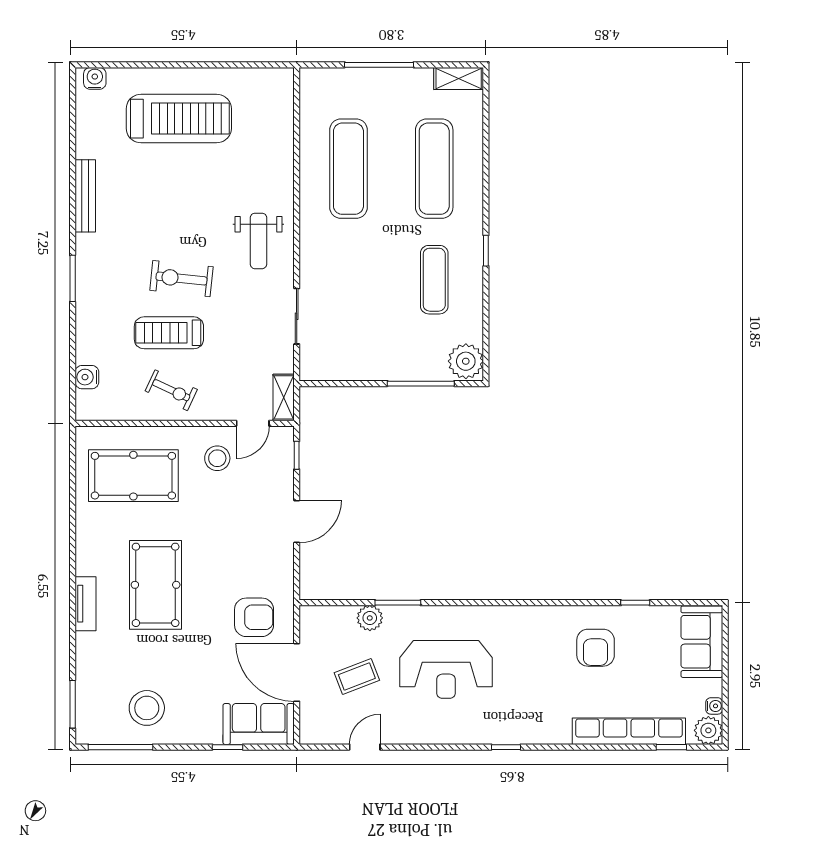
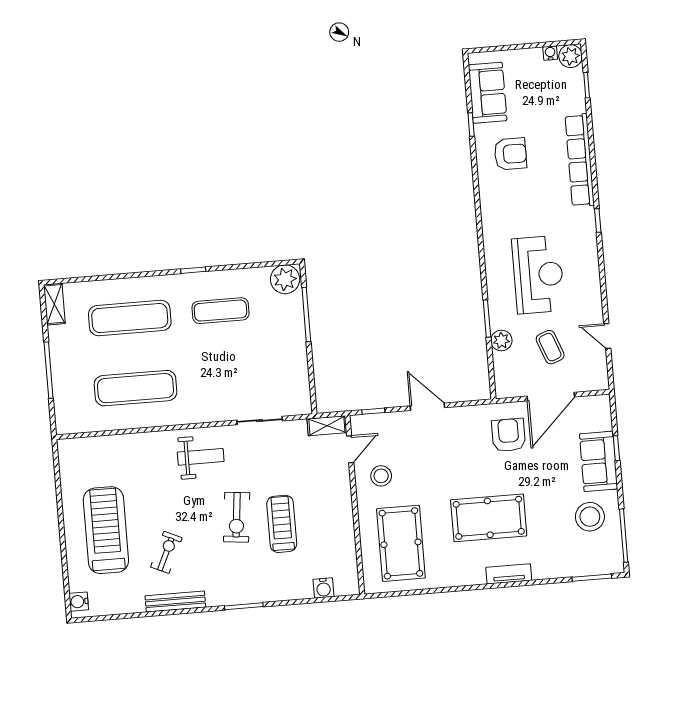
treadmill: (169, 333) -> (282, 524), turned 180
exercise bike: (171, 390) -> (166, 552), moved
door: (253, 423) -> (350, 449), hinge flipped
sofa: (702, 642) -> (488, 93), moved, turned -90
sofa: (259, 724) -> (599, 461), moved
row of seats: (629, 731) -> (580, 160), moved

